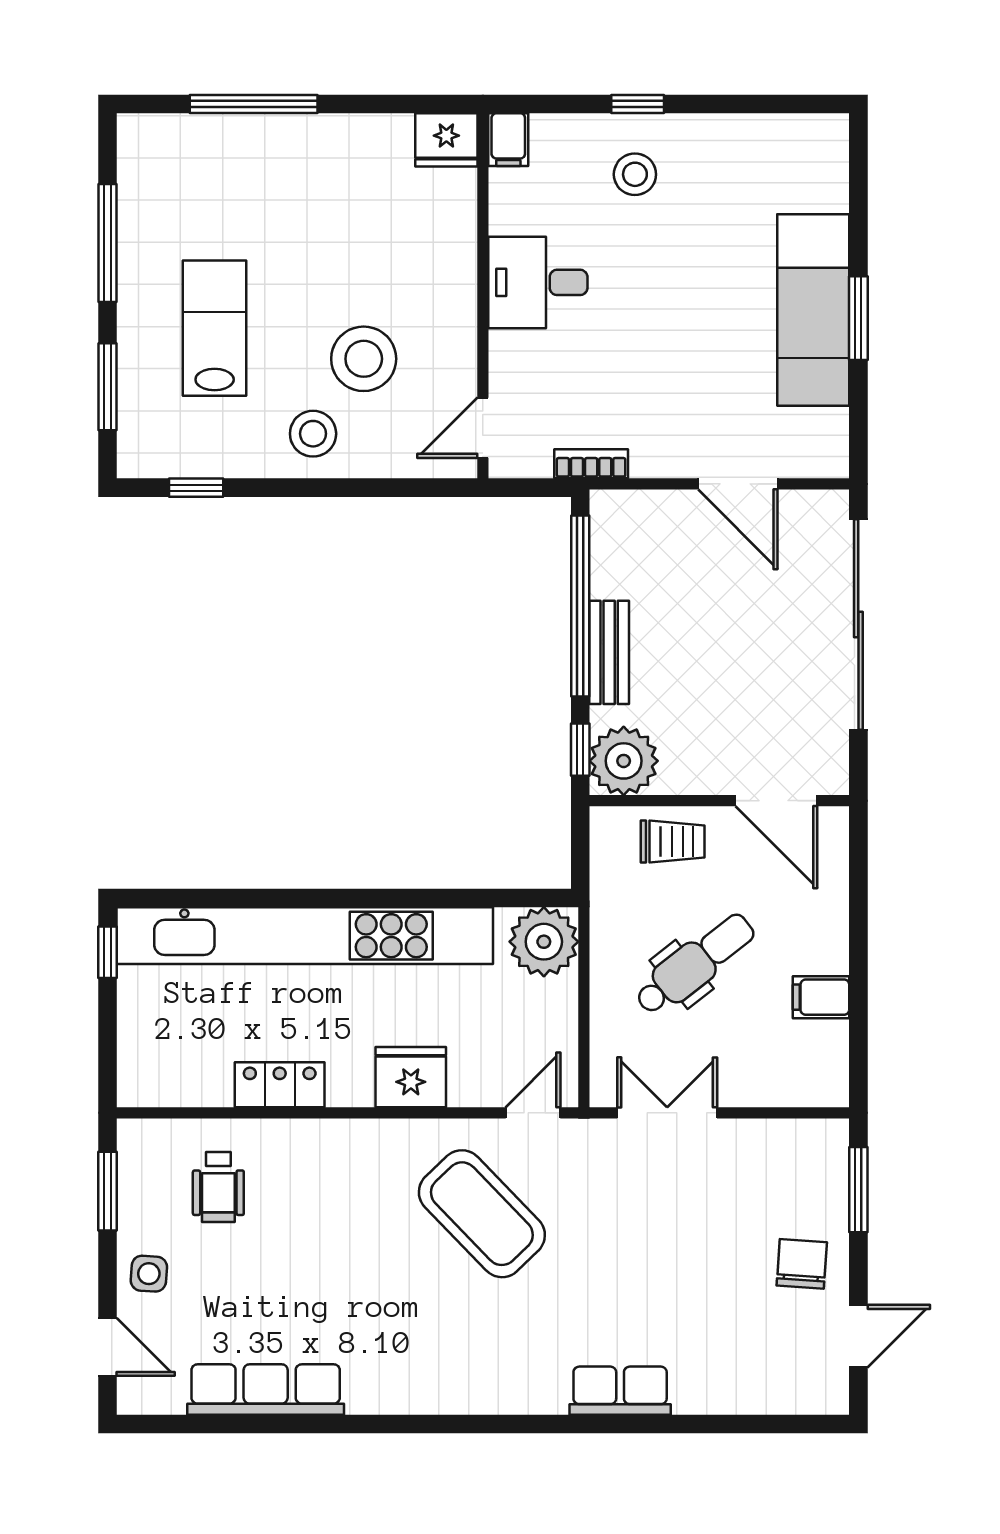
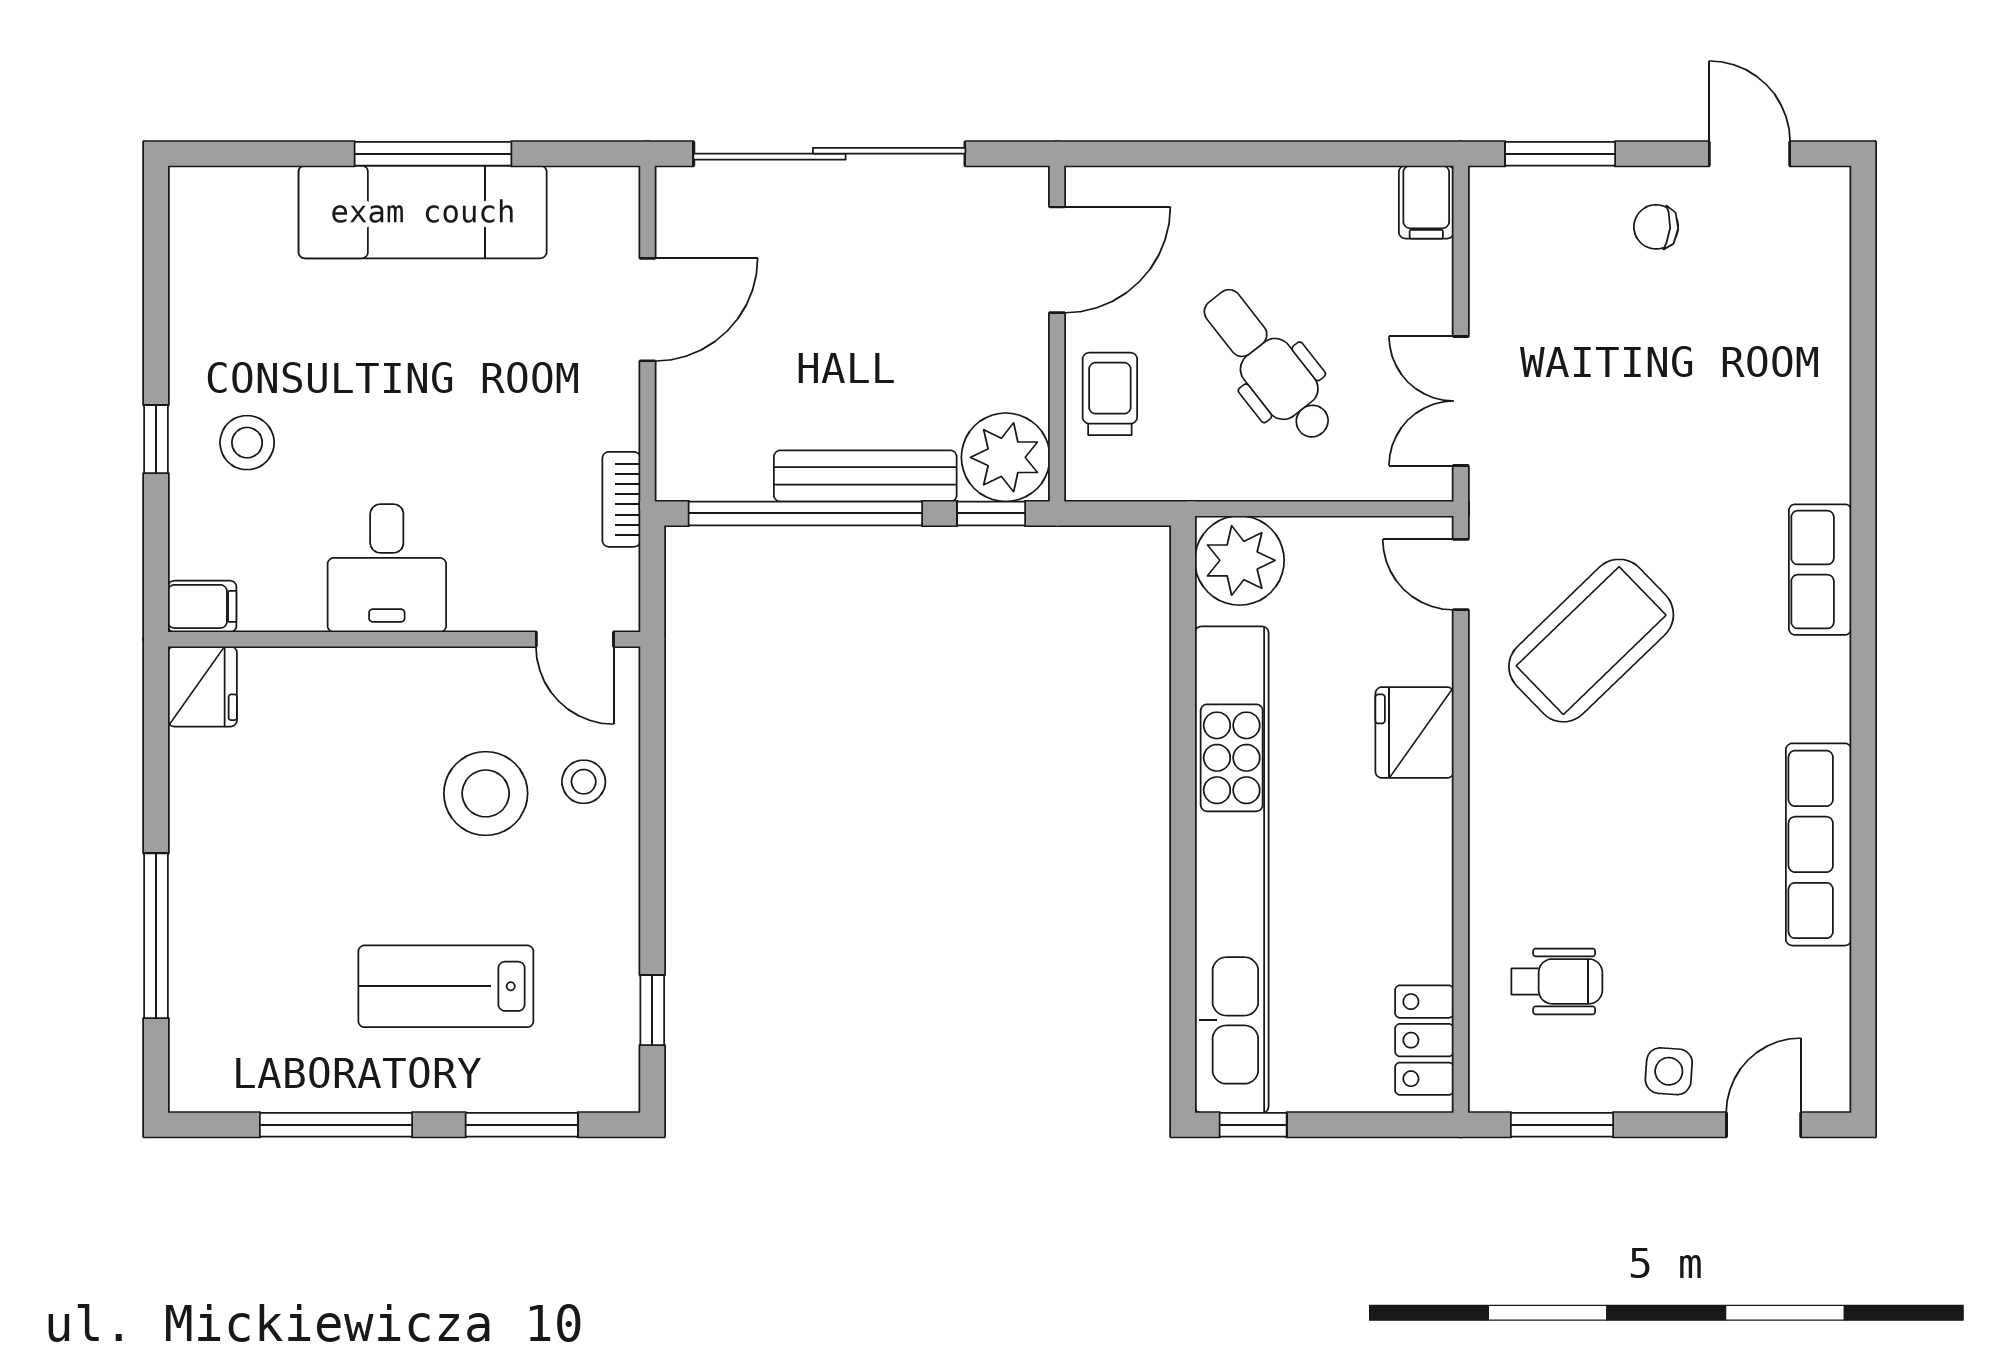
window: (858, 318) -> (433, 154), width x1.44
stool: (313, 434) -> (584, 782), moved, width x0.73, depth x0.73
bench: (609, 652) -> (865, 476), width x1.36
filing cabinet: (821, 997) -> (1426, 202), moved
locker: (280, 1085) -> (1424, 1040), moved
chair: (802, 1264) -> (1656, 227), width x0.73, depth x0.73
row of seats: (266, 1389) -> (1819, 844), moved
row of seats: (620, 1391) -> (1820, 570), moved

